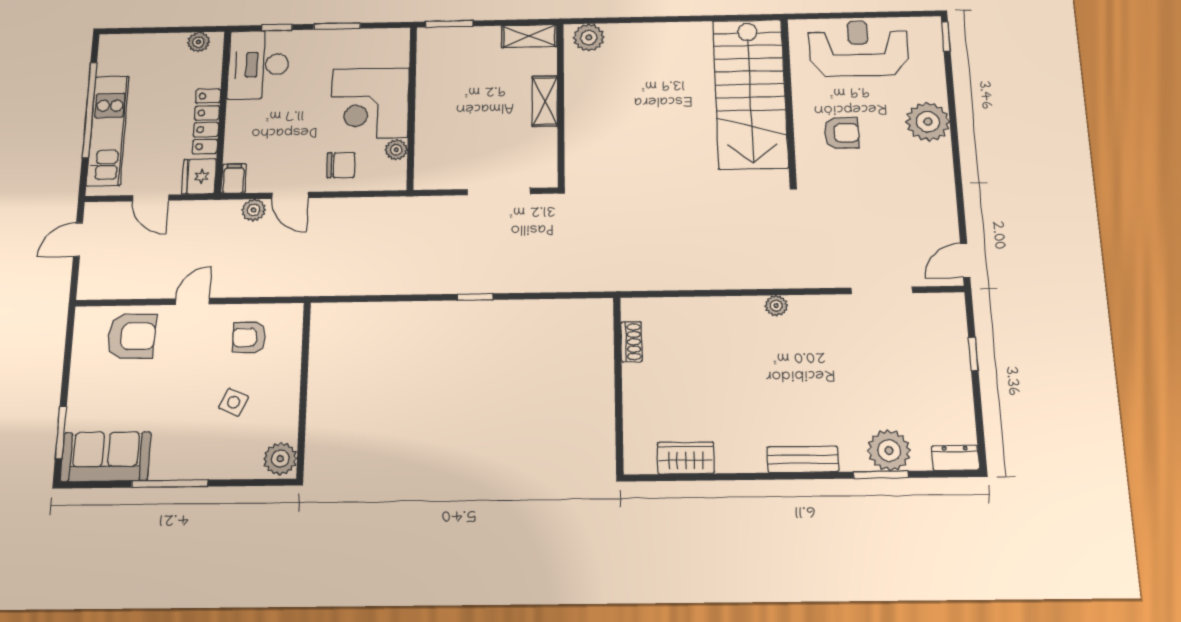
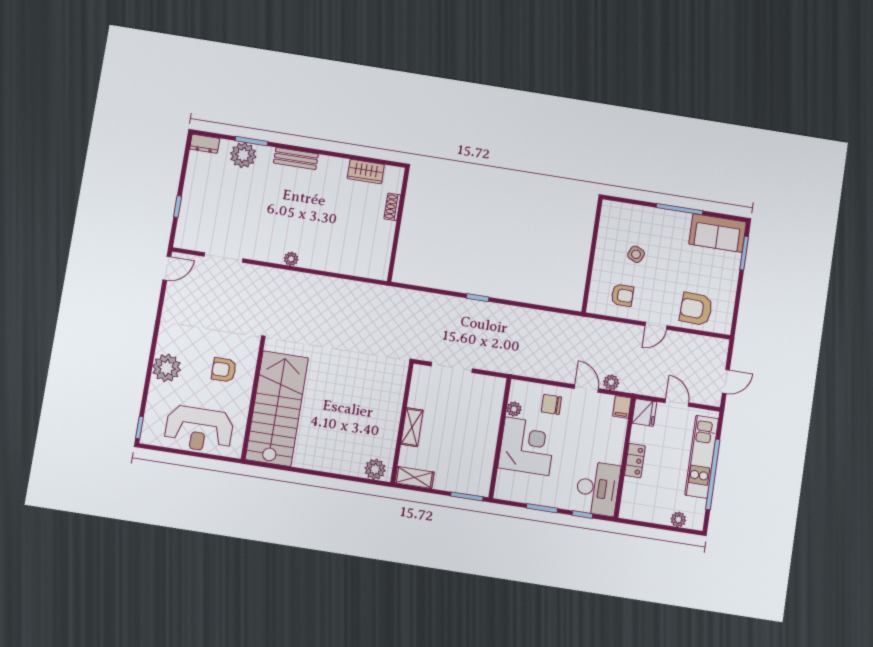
plant: (198, 42) -> (678, 519), moved
locker: (206, 121) -> (635, 461), width x0.66
shoe rack: (631, 342) -> (392, 207), moved
plant: (280, 459) -> (611, 213), removed

